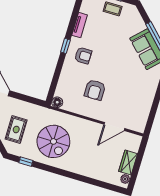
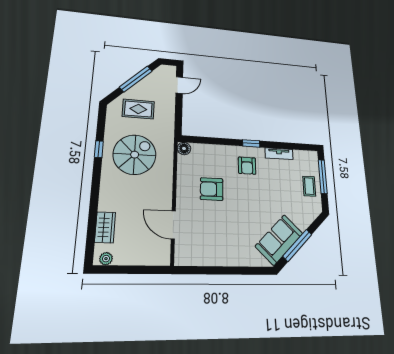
spiral stairs: (53, 141) -> (135, 155), turned 180
window: (26, 162) -> (99, 149), moved
wardrobe: (128, 162) -> (105, 227), moved, turned 90

